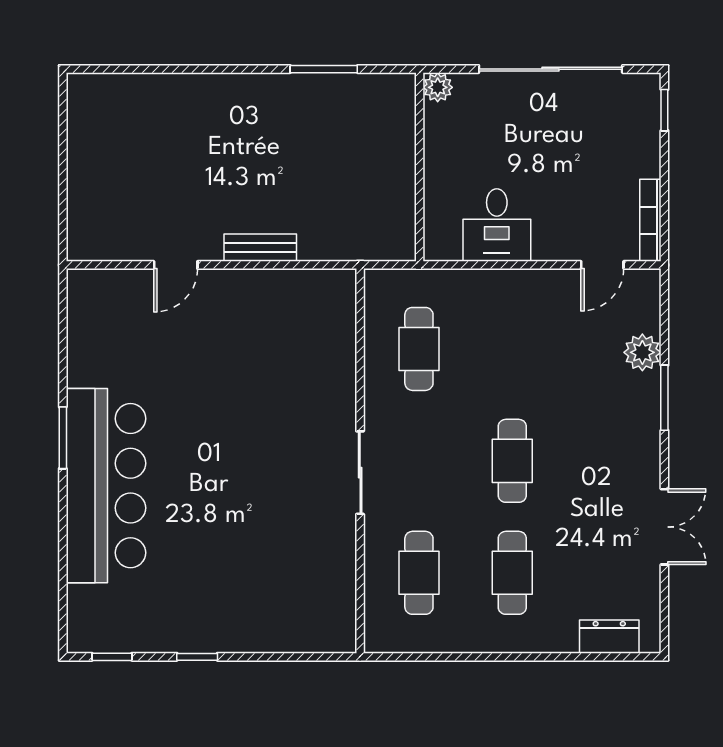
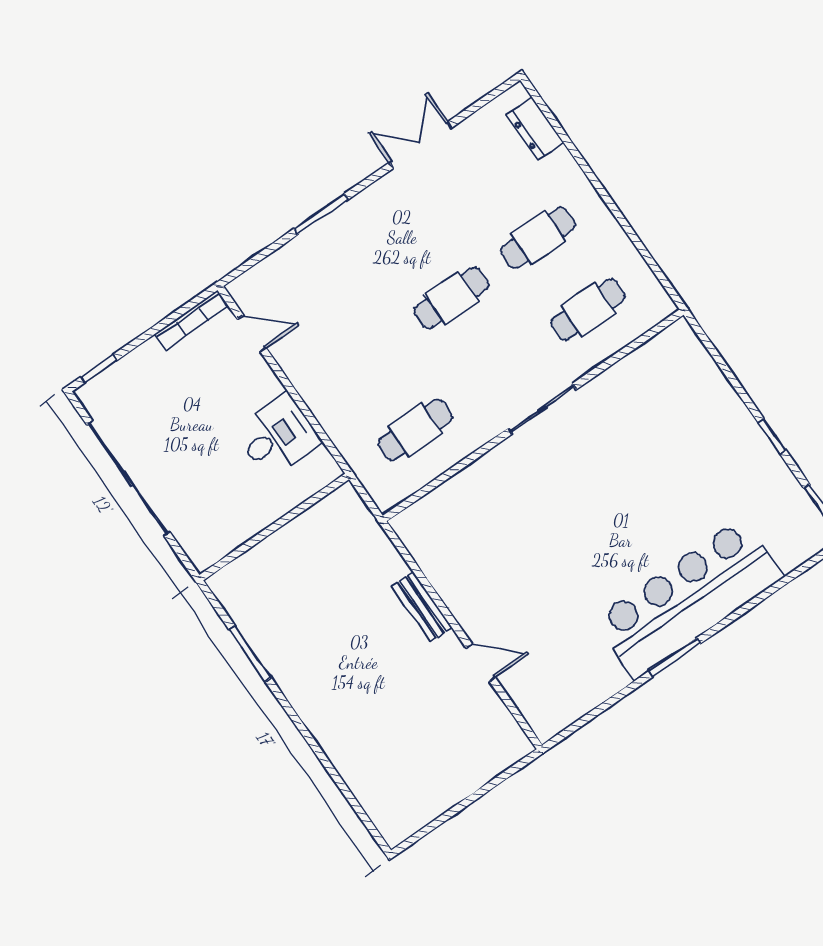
plant: (438, 87) -> (203, 556), removed
plant: (642, 352) -> (298, 256), removed

